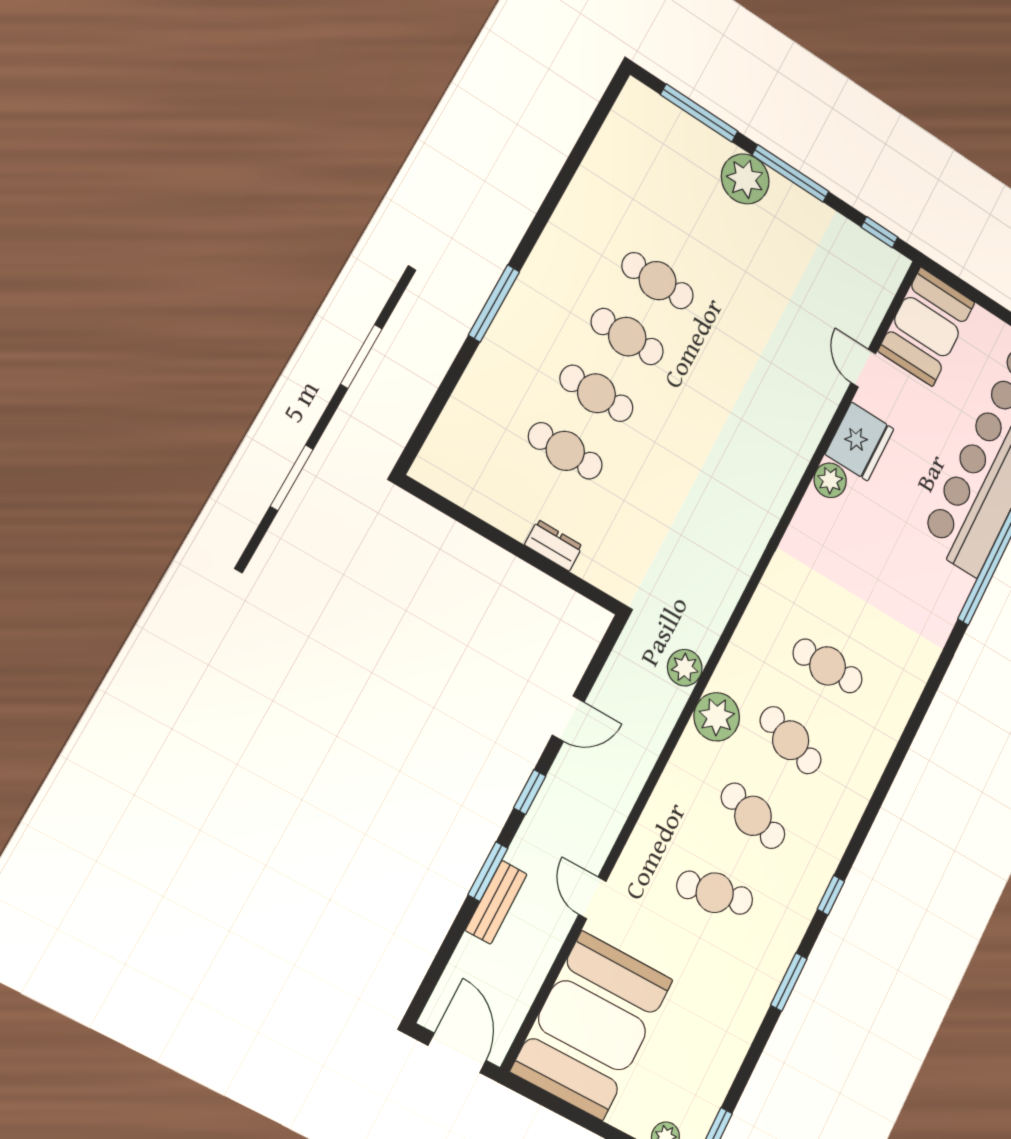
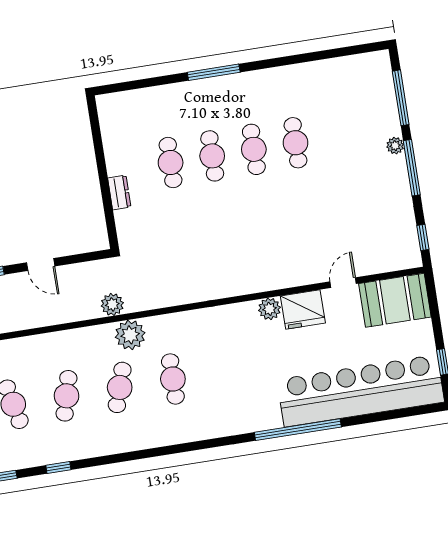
plant: (745, 179) -> (395, 146), width x0.53, depth x0.53
plant: (717, 717) -> (130, 335), moved

